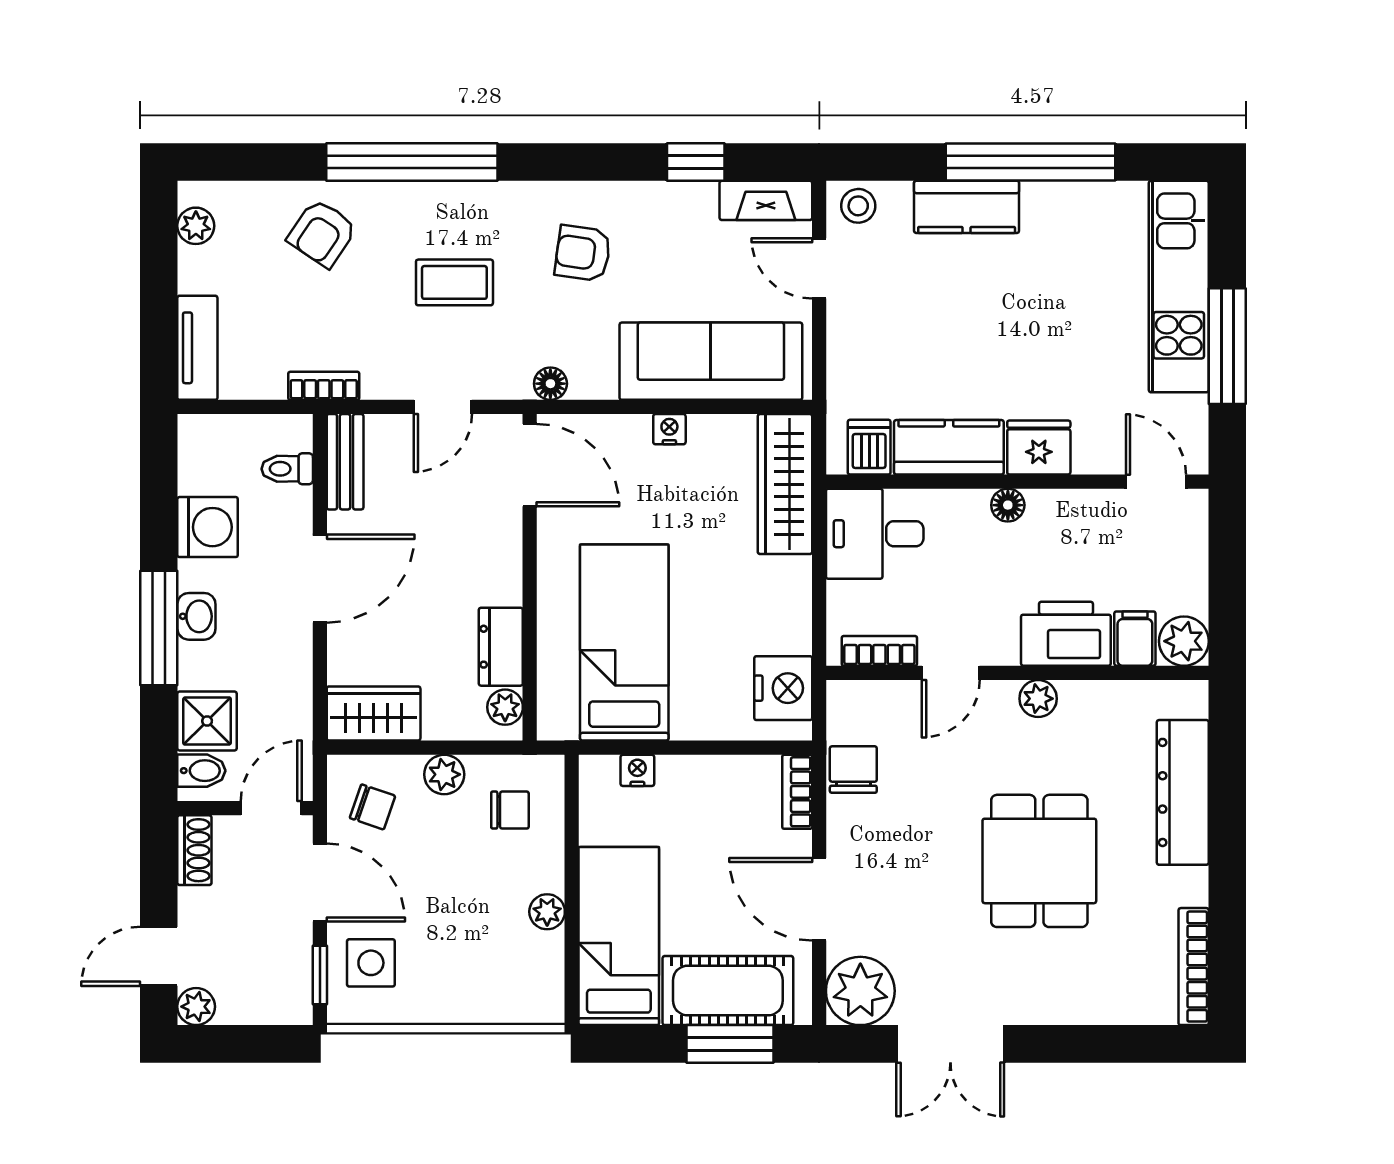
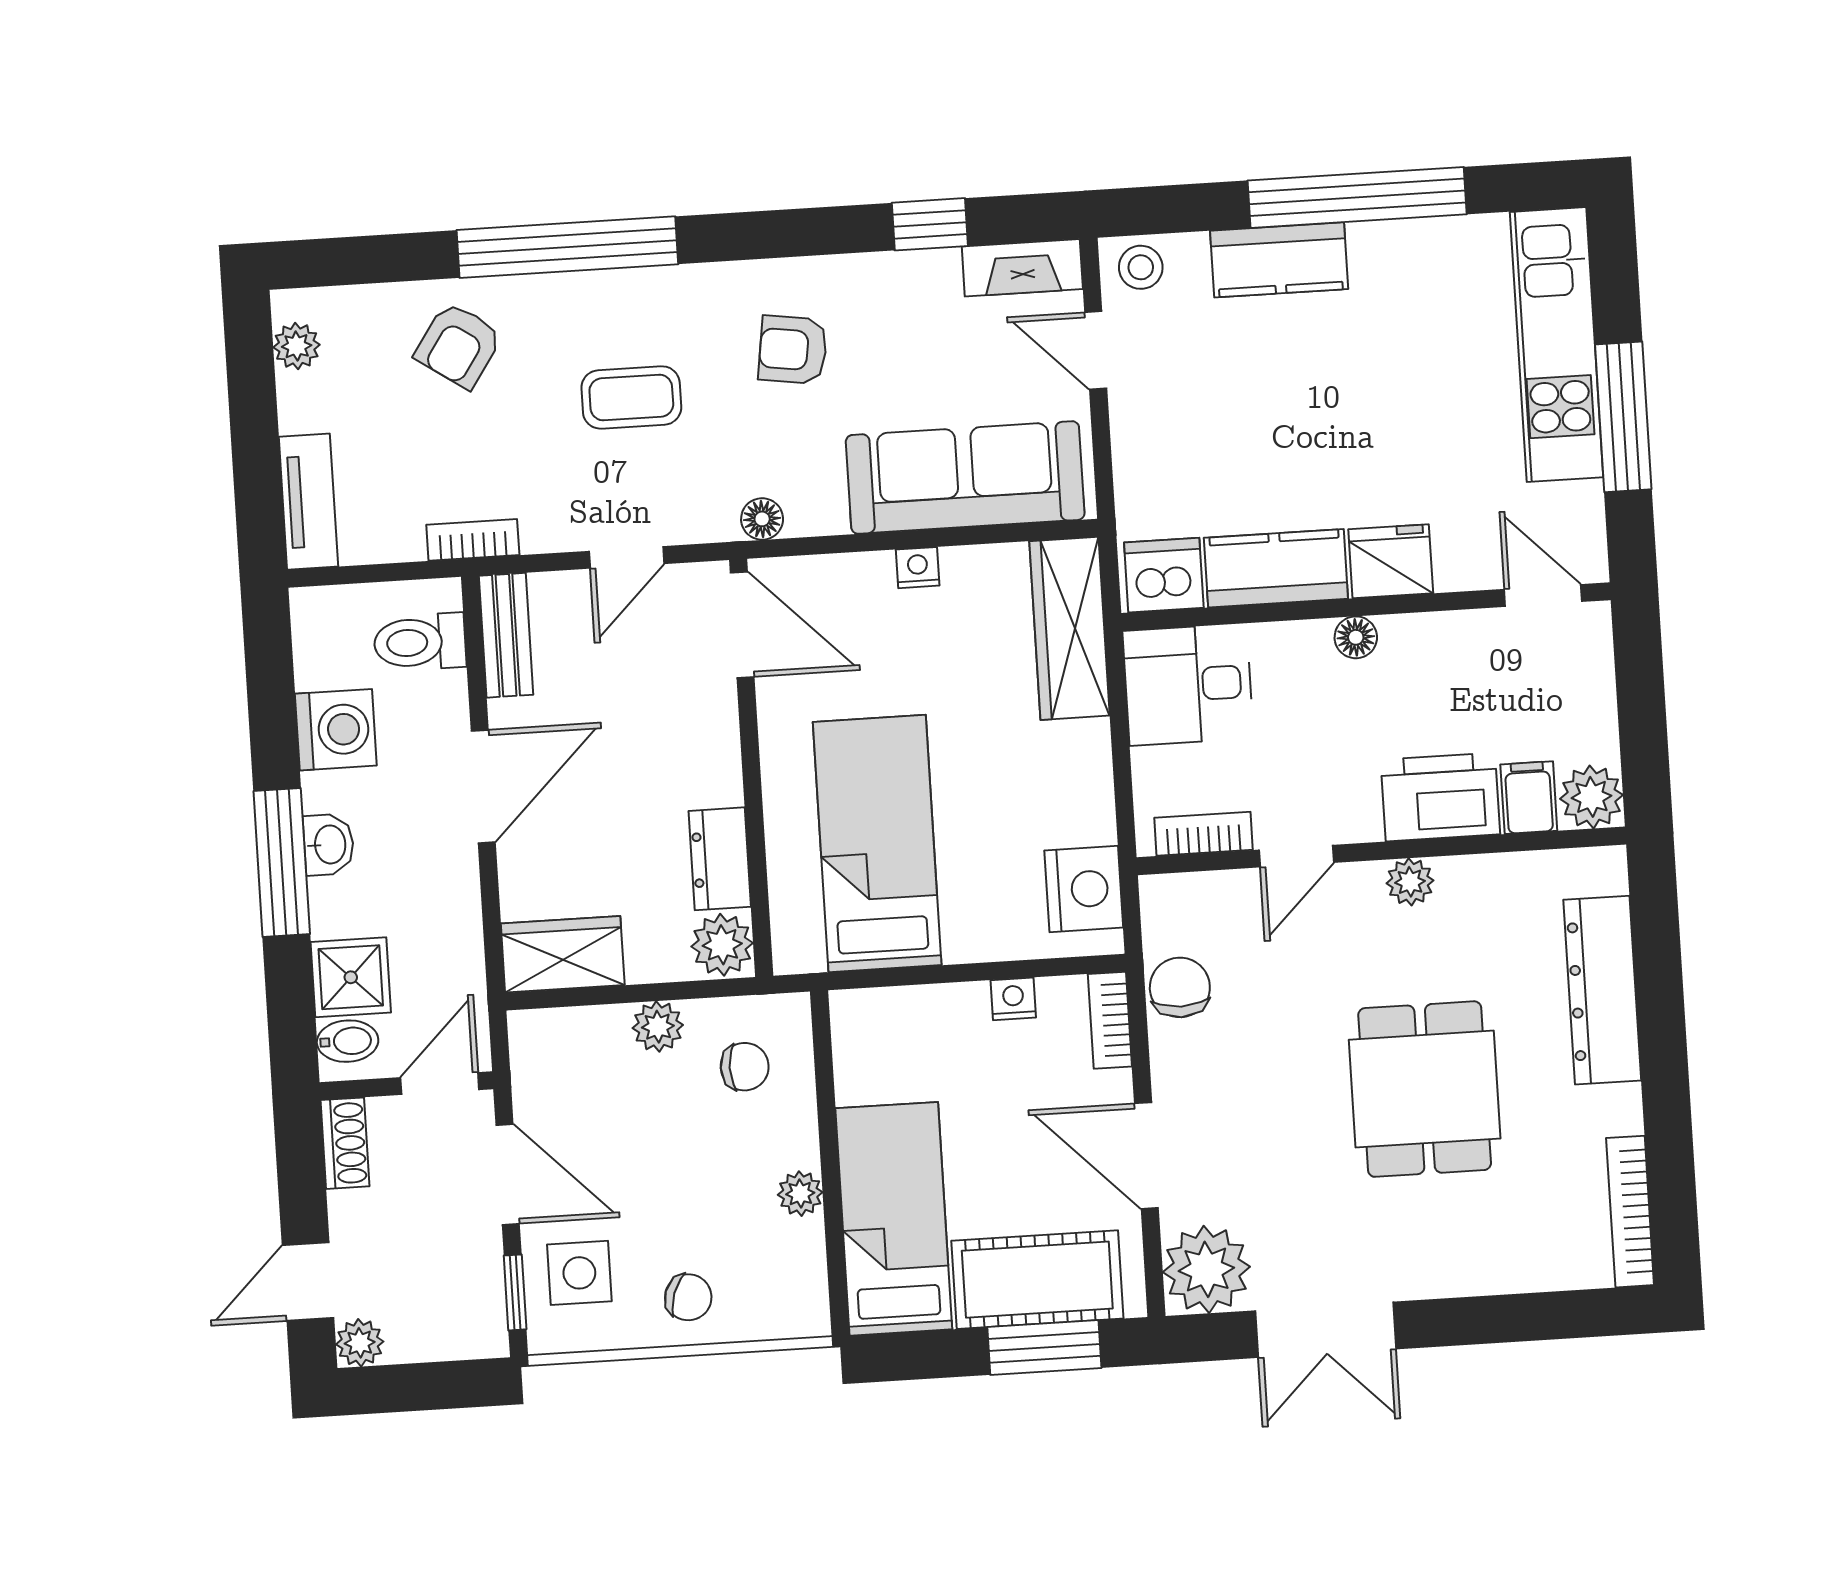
dishwasher: (869, 447) -> (1164, 575), width x1.38
toilet: (287, 469) -> (420, 642), width x1.37, depth x1.39
plant: (505, 707) -> (722, 945), width x1.38, depth x1.38
nightstand: (637, 770) -> (1013, 999), moved
chair: (373, 807) -> (688, 1297), moved

